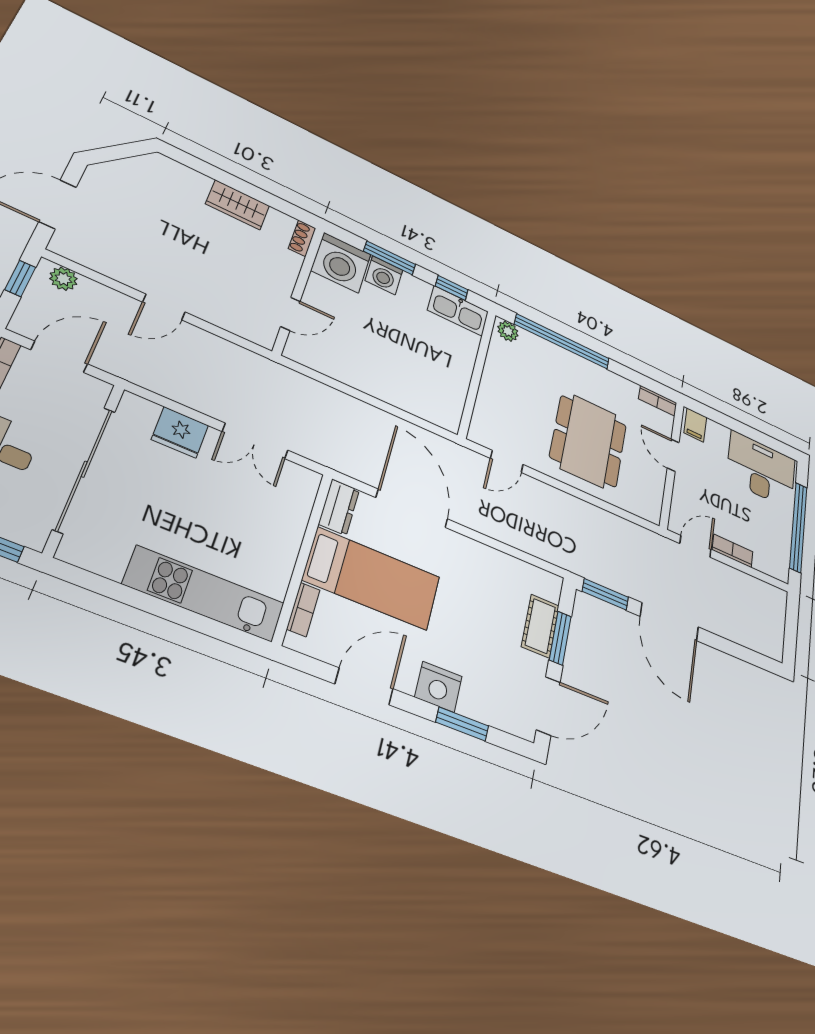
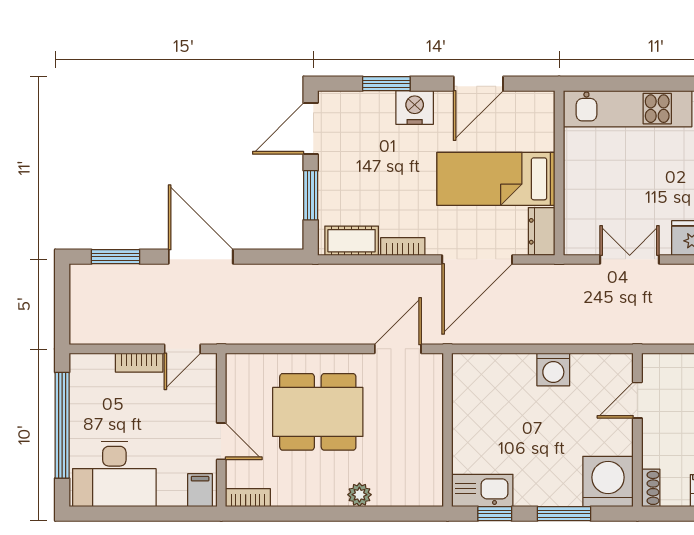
washing machine: (384, 275) -> (553, 369), moved, turned 180
plant: (508, 331) -> (359, 495), moved
window: (562, 341) -> (367, 514), removed
dining table: (588, 441) -> (318, 412), turned 90
door: (507, 461) -> (398, 349), width x1.38
door: (412, 508) -> (477, 259), hinge flipped
window: (605, 594) -> (116, 257), moved
bookcase: (303, 609) -> (403, 246), moved, turned 90
cot: (540, 626) -> (352, 241), moved, turned 90

